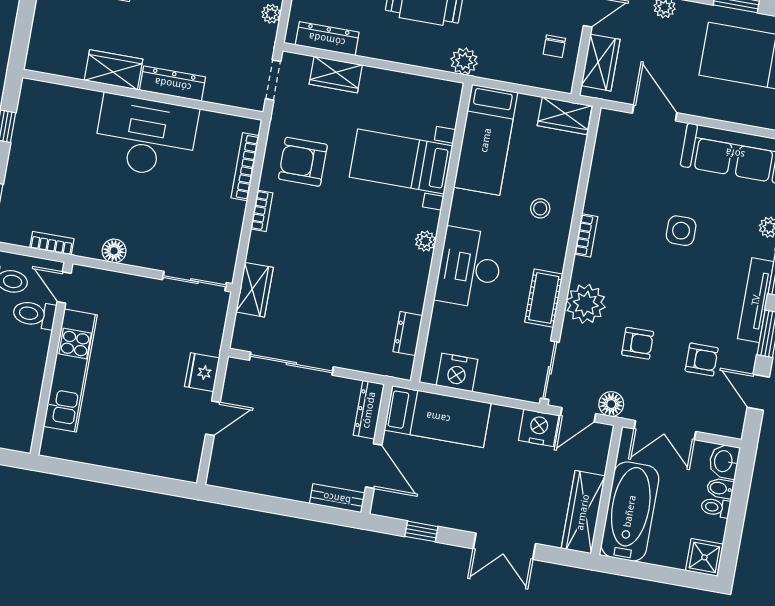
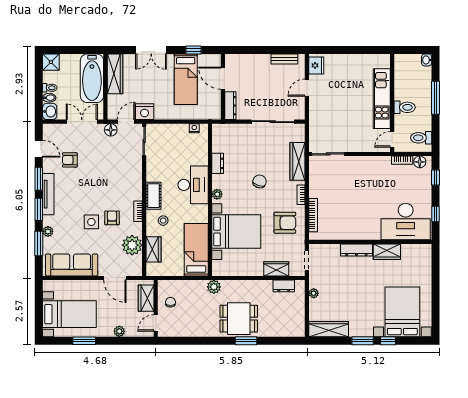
dresser: (327, 39) -> (284, 286), width x0.70
wardrobe: (565, 116) -> (153, 249), moved, turned 90
desk: (146, 136) -> (406, 222), moved
bed with nightstands: (401, 161) -> (236, 232), width x1.36
floor lamp: (114, 251) -> (420, 162), moved
chair: (338, 251) -> (260, 181), added
door: (64, 287) -> (392, 139), swing flipped
wardrobe: (254, 290) -> (298, 161), width x1.50
cot: (544, 298) -> (153, 196), moved
plant: (586, 304) -> (132, 245), moved
toilet: (34, 314) -> (405, 107), moved
dresser: (408, 334) -> (218, 163), moved
armchair: (638, 343) -> (112, 218), moved, turned 91
fridge: (202, 372) -> (316, 65), moved
nightstand: (457, 372) -> (194, 128), width x0.53, depth x0.56
bed: (438, 417) -> (186, 79), moved, turned -90
bench: (337, 498) -> (284, 59), moved
double door: (504, 546) -> (151, 50), swing flipped

